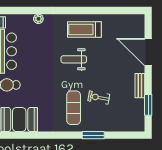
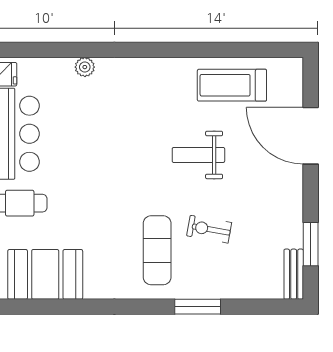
treadmill: (84, 29) -> (232, 85), moved
weight bench: (74, 59) -> (198, 155), moved
bench: (140, 86) -> (294, 274), moved

